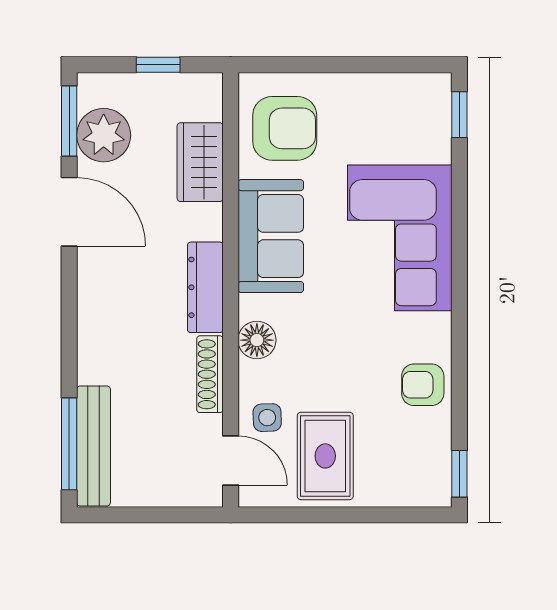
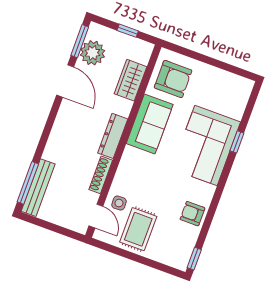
window: (459, 115) -> (237, 142), moved
floor lamp: (257, 340) -> (127, 167), removed

